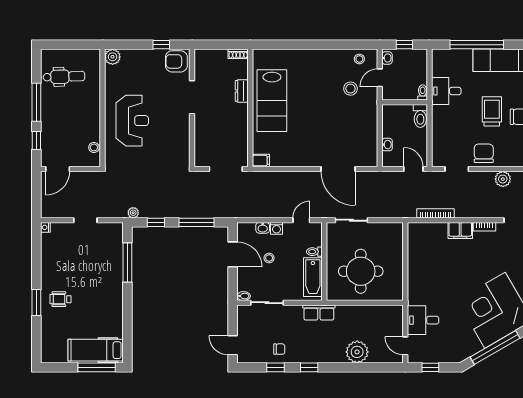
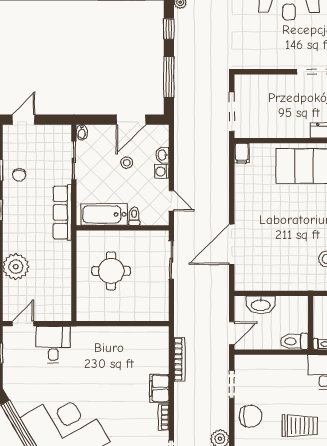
washbasin: (387, 145) -> (261, 305), width x1.91, depth x1.45
round table: (361, 271) -> (111, 271), width x0.73, depth x0.73
row of seats: (319, 312) -> (62, 213), width x1.48

